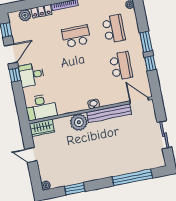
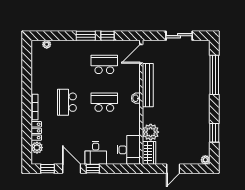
school desk: (114, 29) -> (104, 102), moved
plant: (79, 122) -> (151, 132), moved

